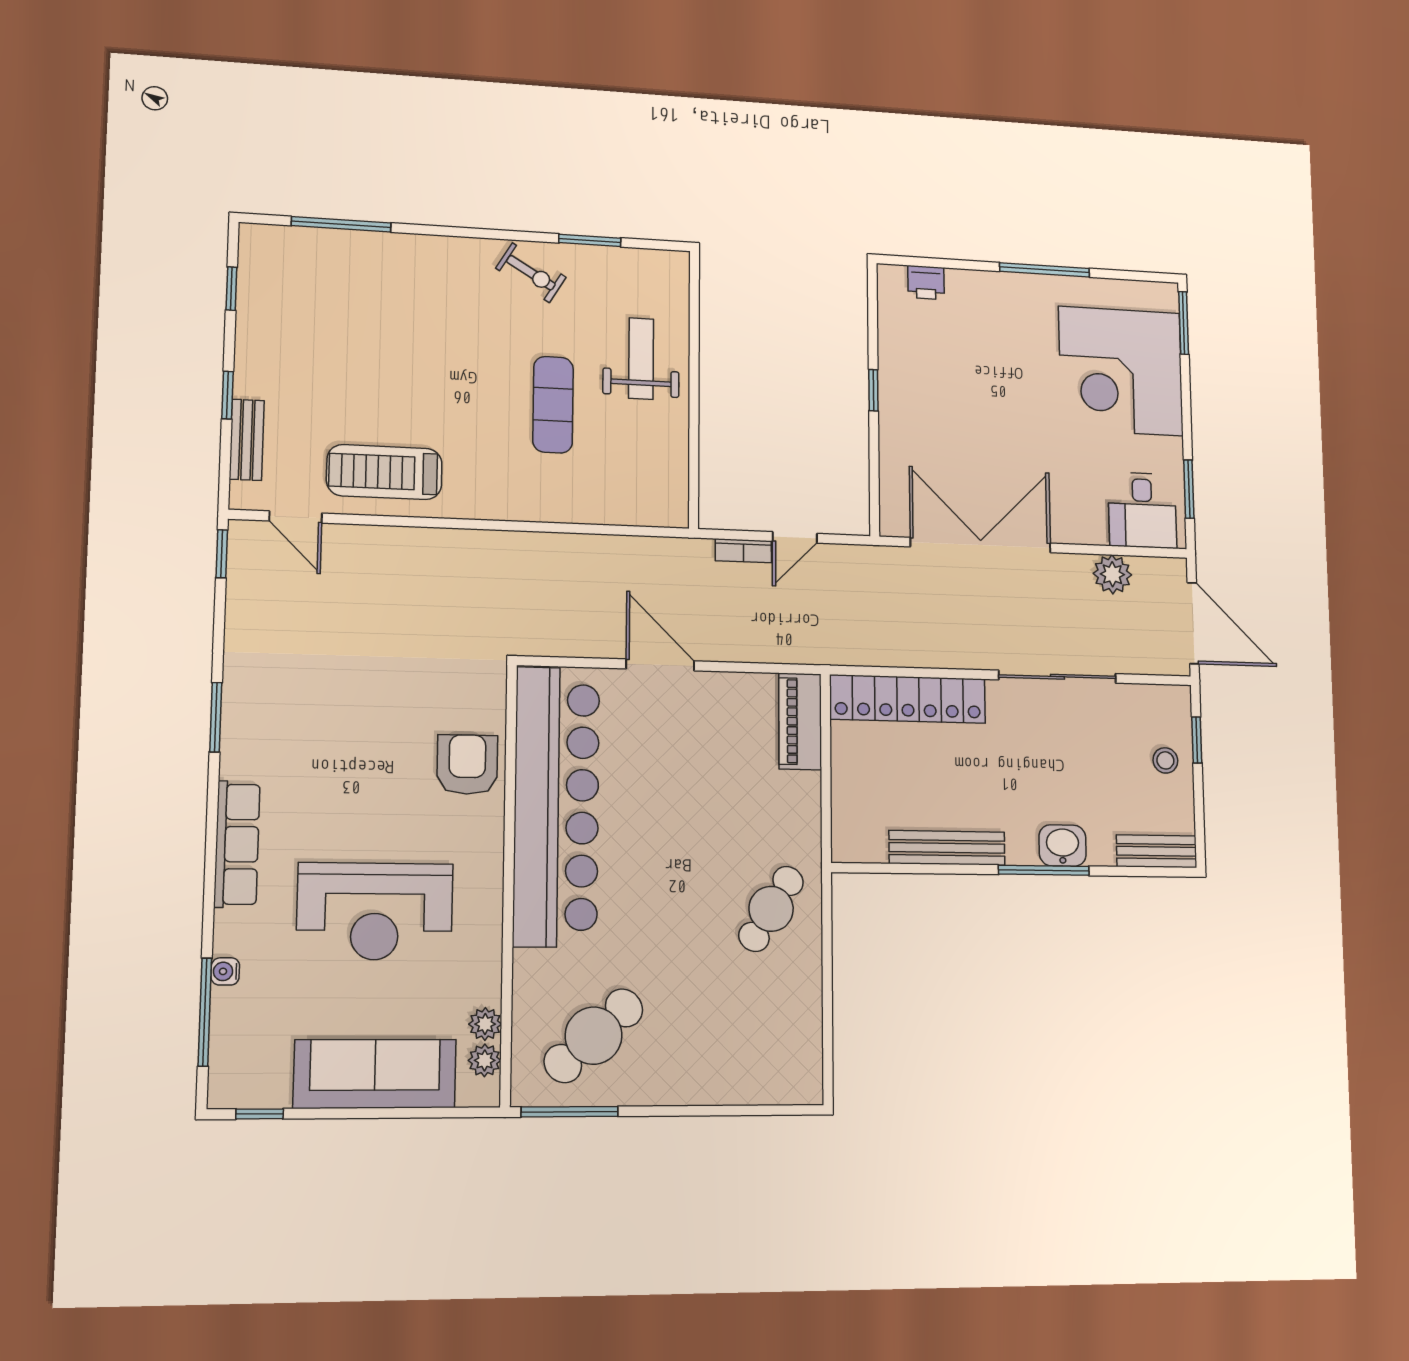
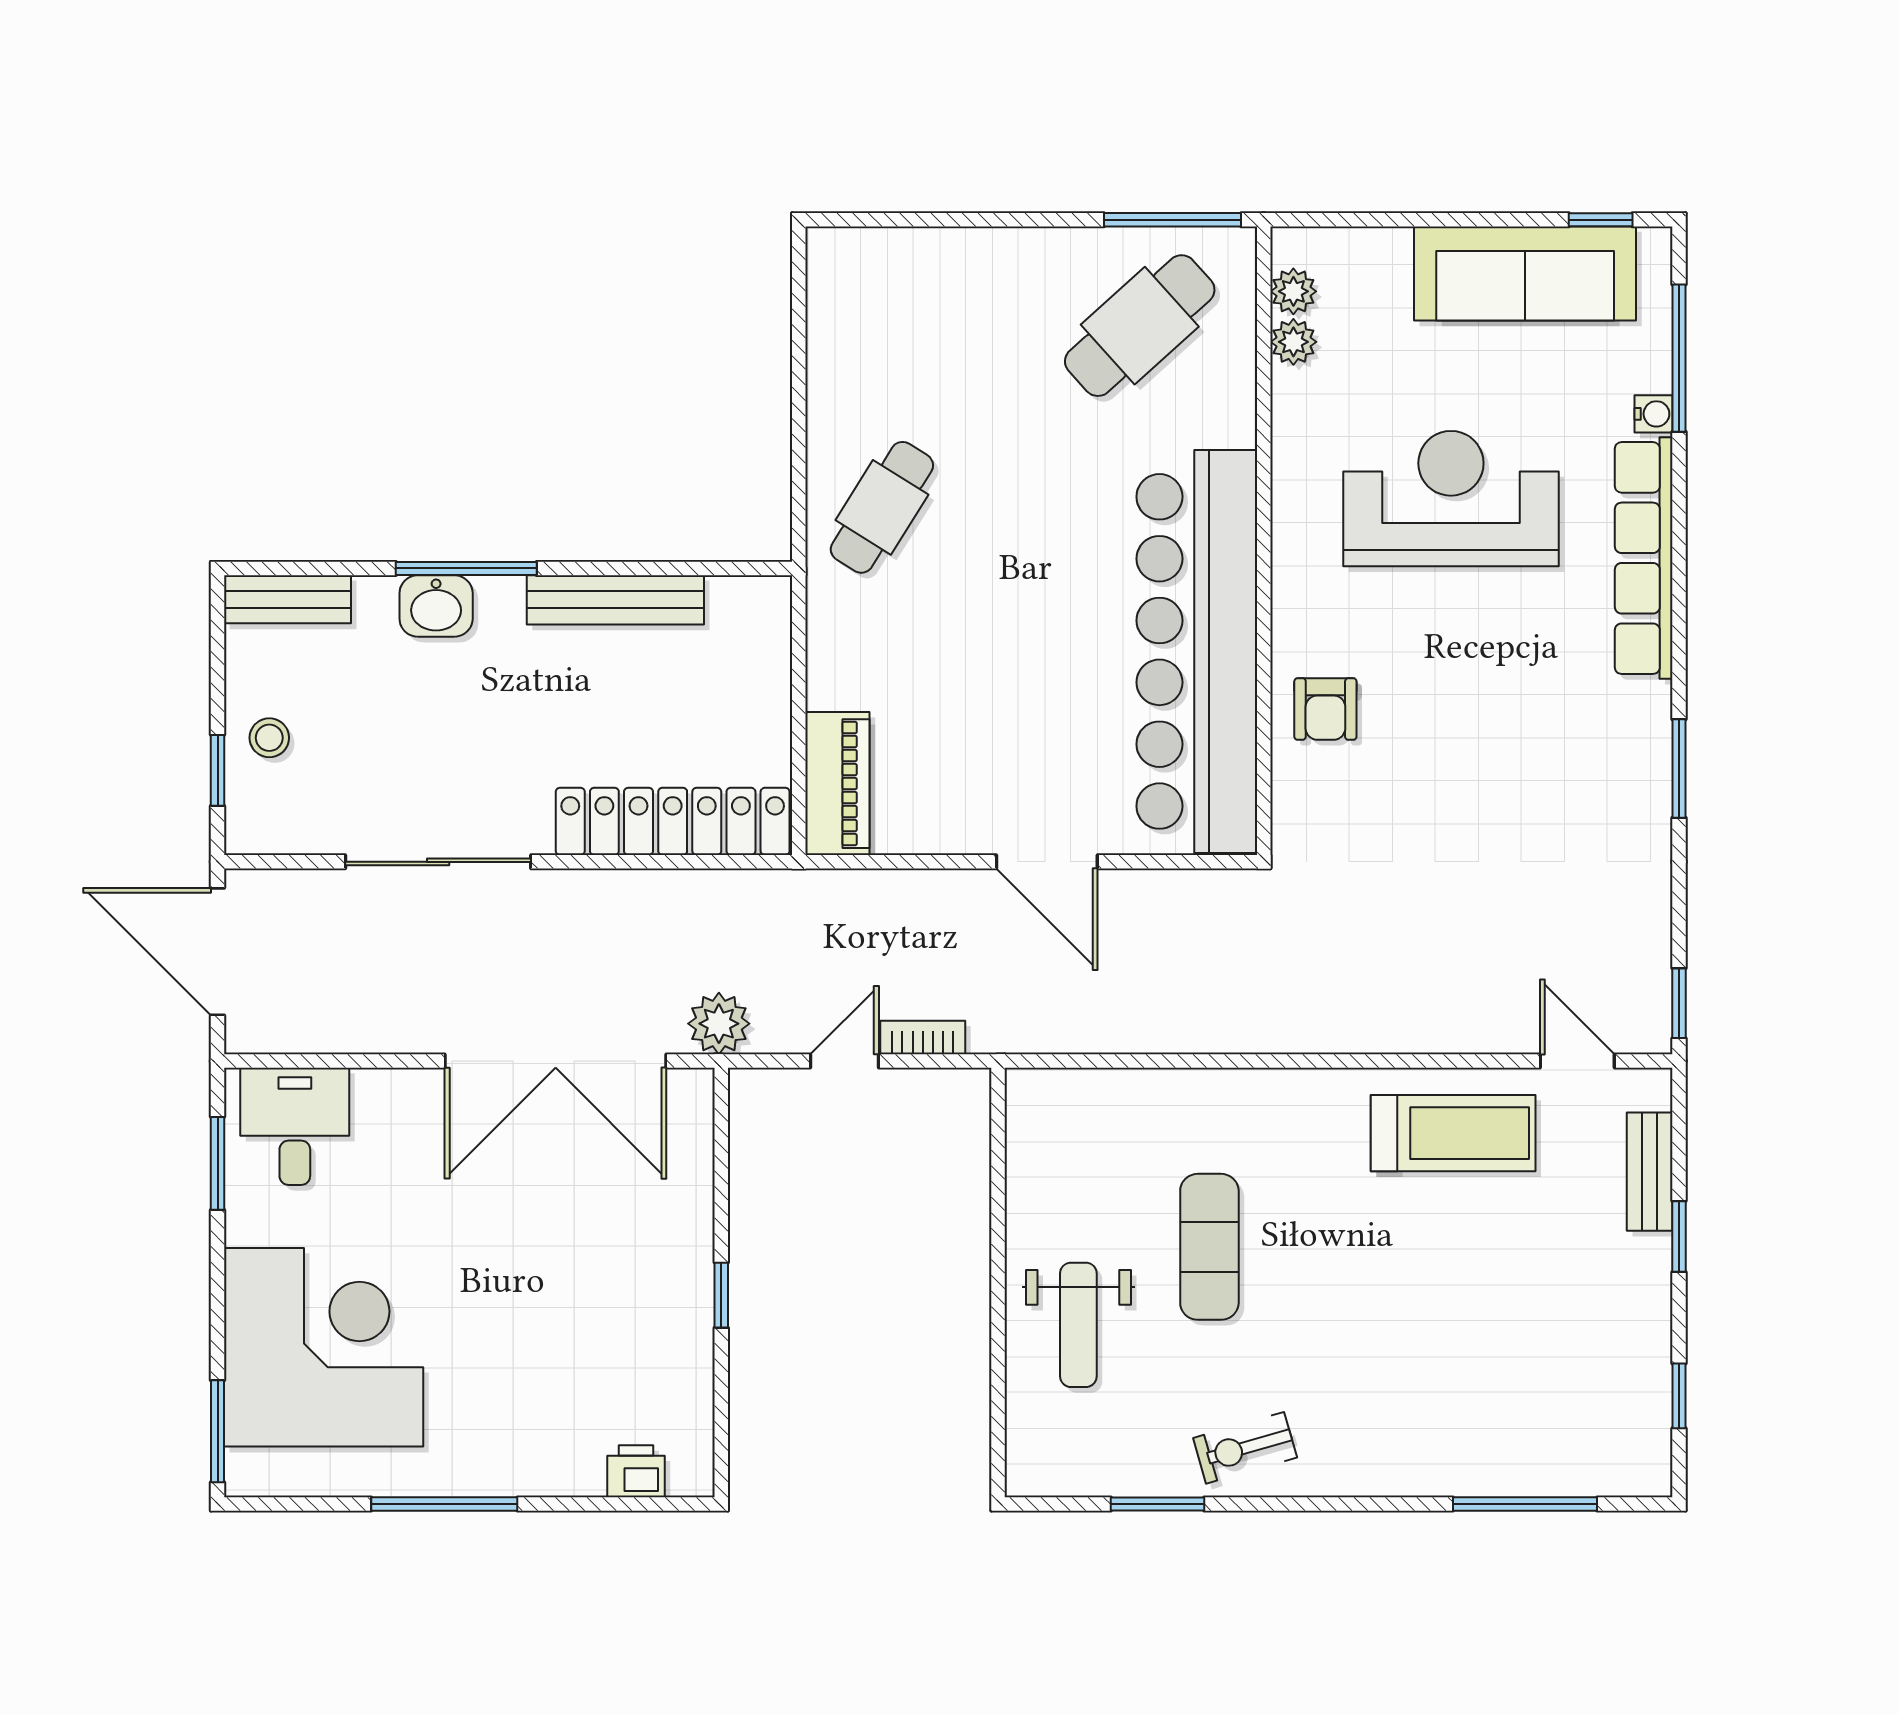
exercise bike: (531, 273) -> (1245, 1448), turned -47
plant: (1112, 574) -> (719, 1024), moved
armchair: (467, 765) -> (1325, 709), width x0.72, depth x0.72
row of seats: (237, 844) -> (1644, 558), width x1.36
sofa: (375, 1074) -> (1525, 274), moved

